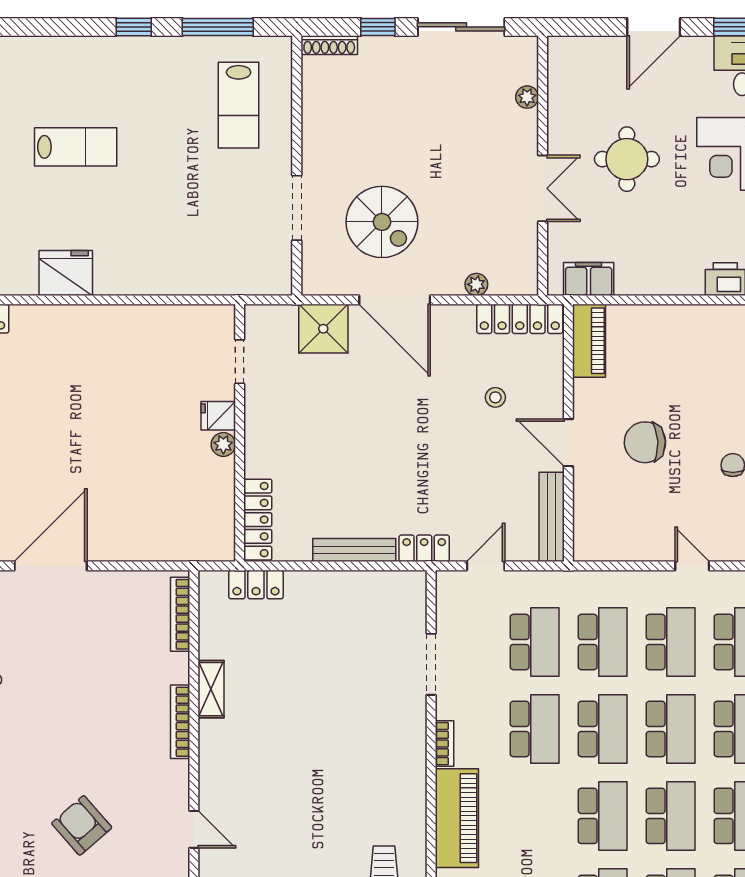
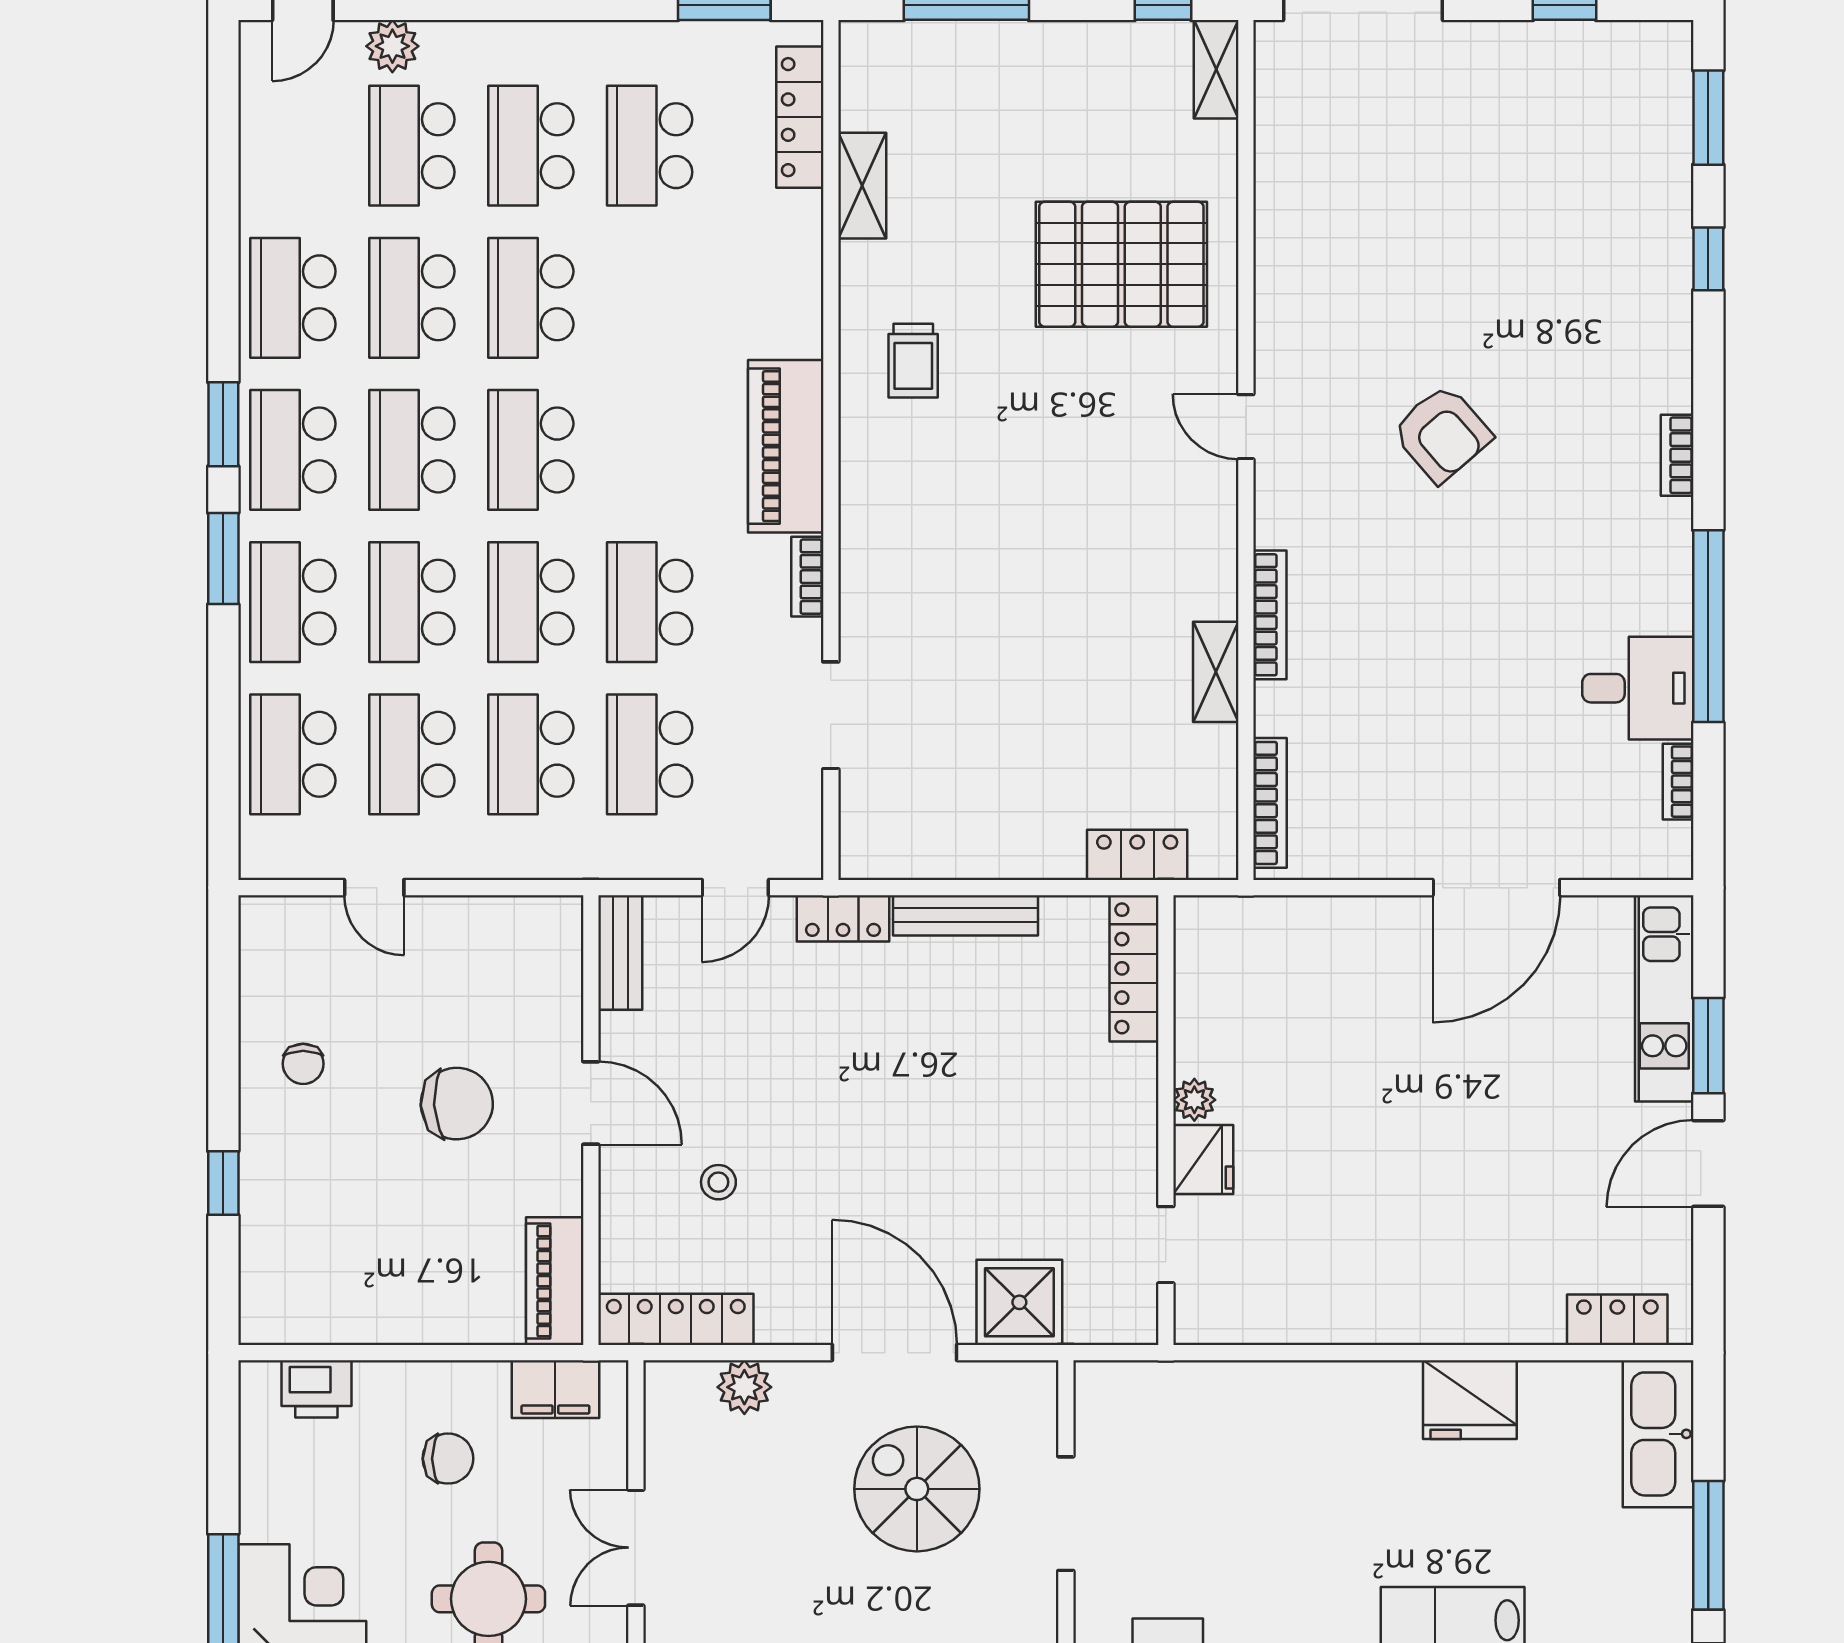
chair: (650, 239) -> (448, 1459), added
plant: (476, 284) -> (744, 1387), width x1.38, depth x1.38
fridge: (218, 416) -> (1203, 1160), width x1.38
bench: (552, 517) -> (620, 952), width x0.73

